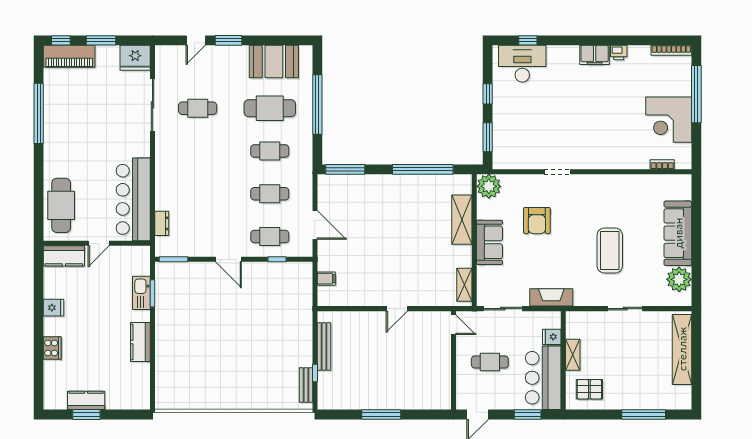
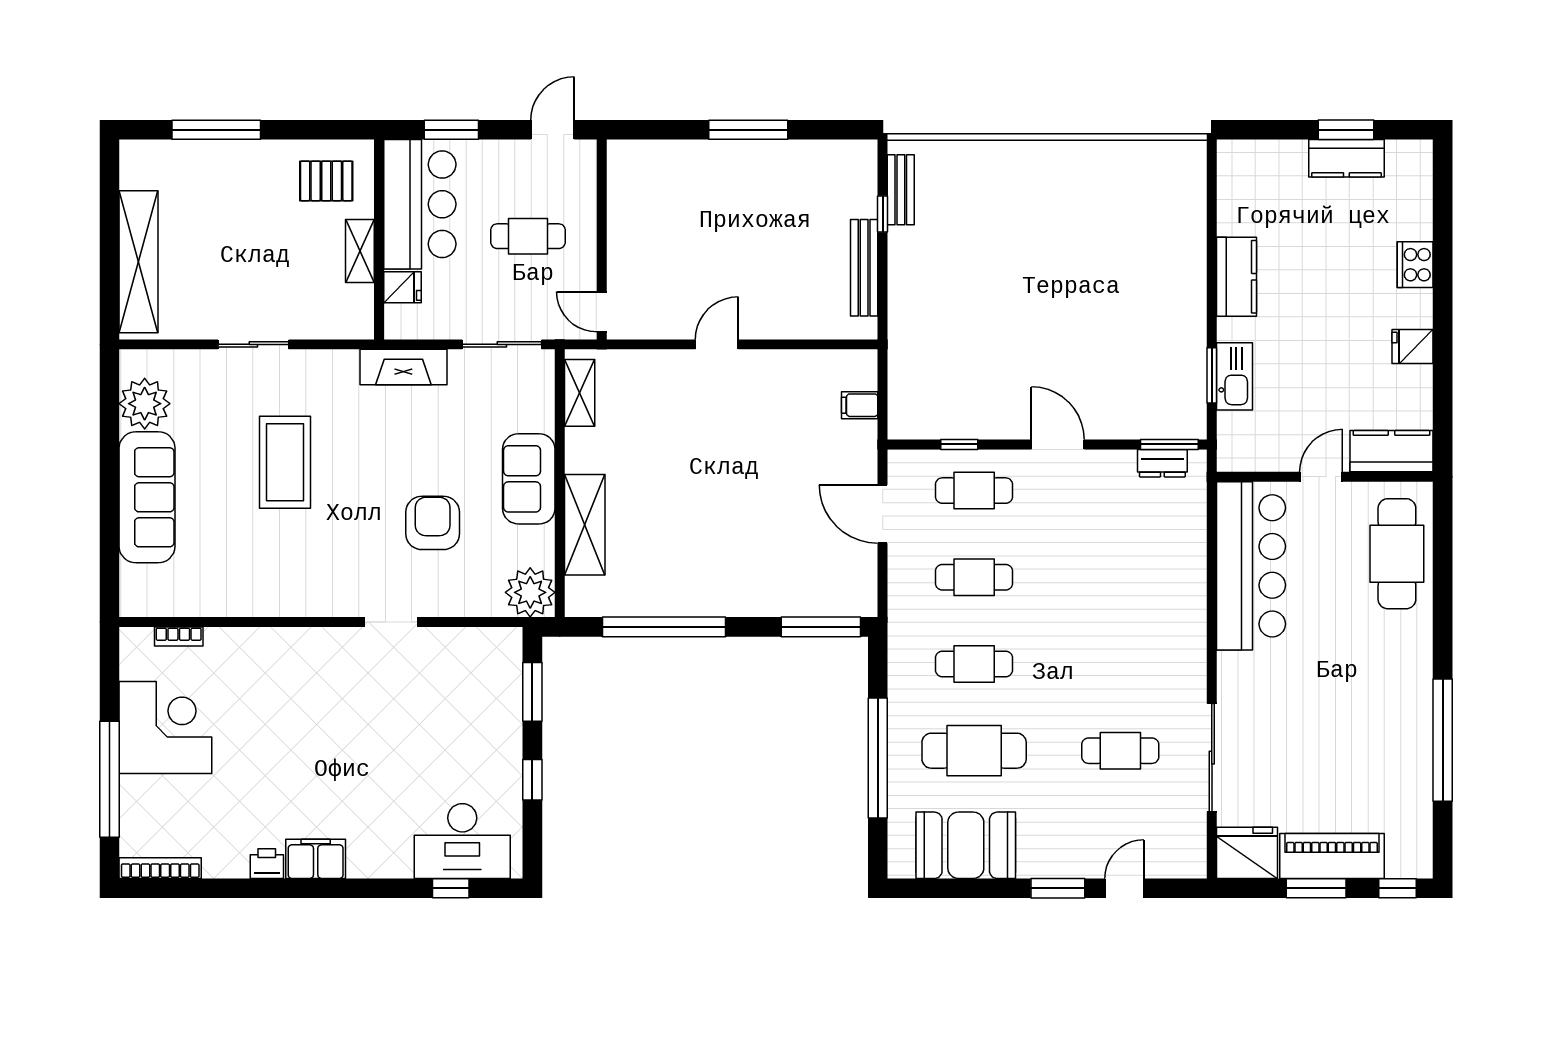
piano: (69, 56) -> (1332, 856), moved
dresser: (162, 223) -> (1162, 463), moved, turned -90

